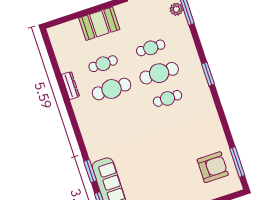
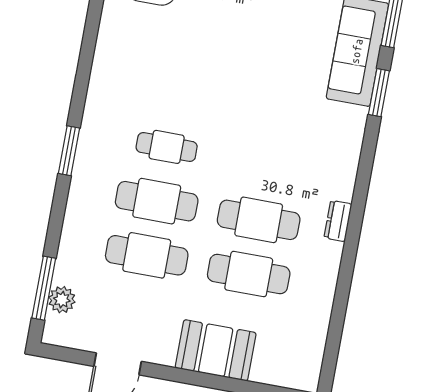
cafe table: (151, 48) -> (147, 255), width x1.37, depth x1.35
cafe table: (103, 64) -> (249, 274), width x1.37, depth x1.35
dresser: (70, 86) -> (338, 221), moved, width x0.70

